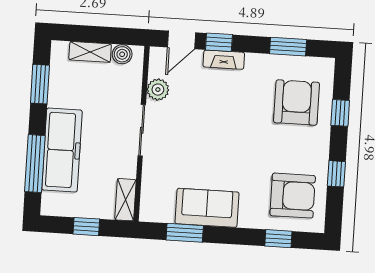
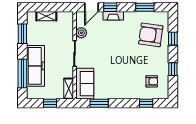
boiler: (122, 54) -> (62, 16), removed
armchair: (297, 103) -> (151, 35), turned -82
armchair: (293, 196) -> (152, 81), width x0.53, depth x0.53
sofa: (207, 208) -> (85, 84), moved, turned 90

